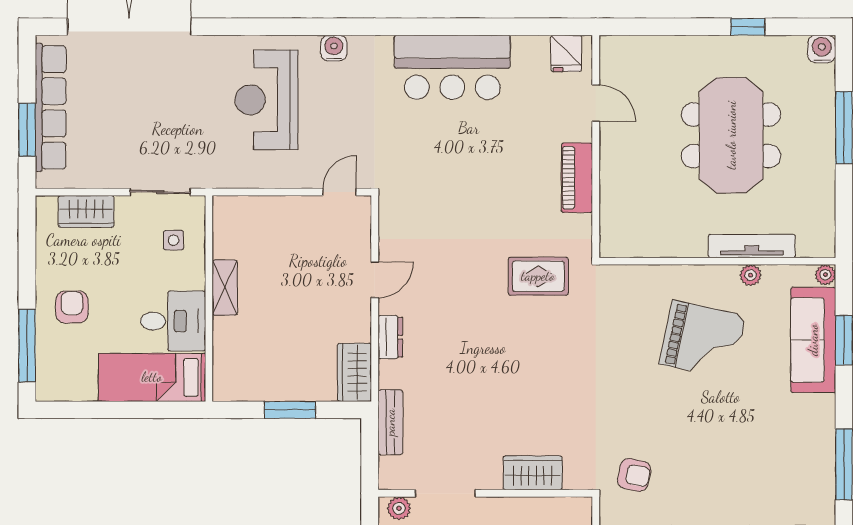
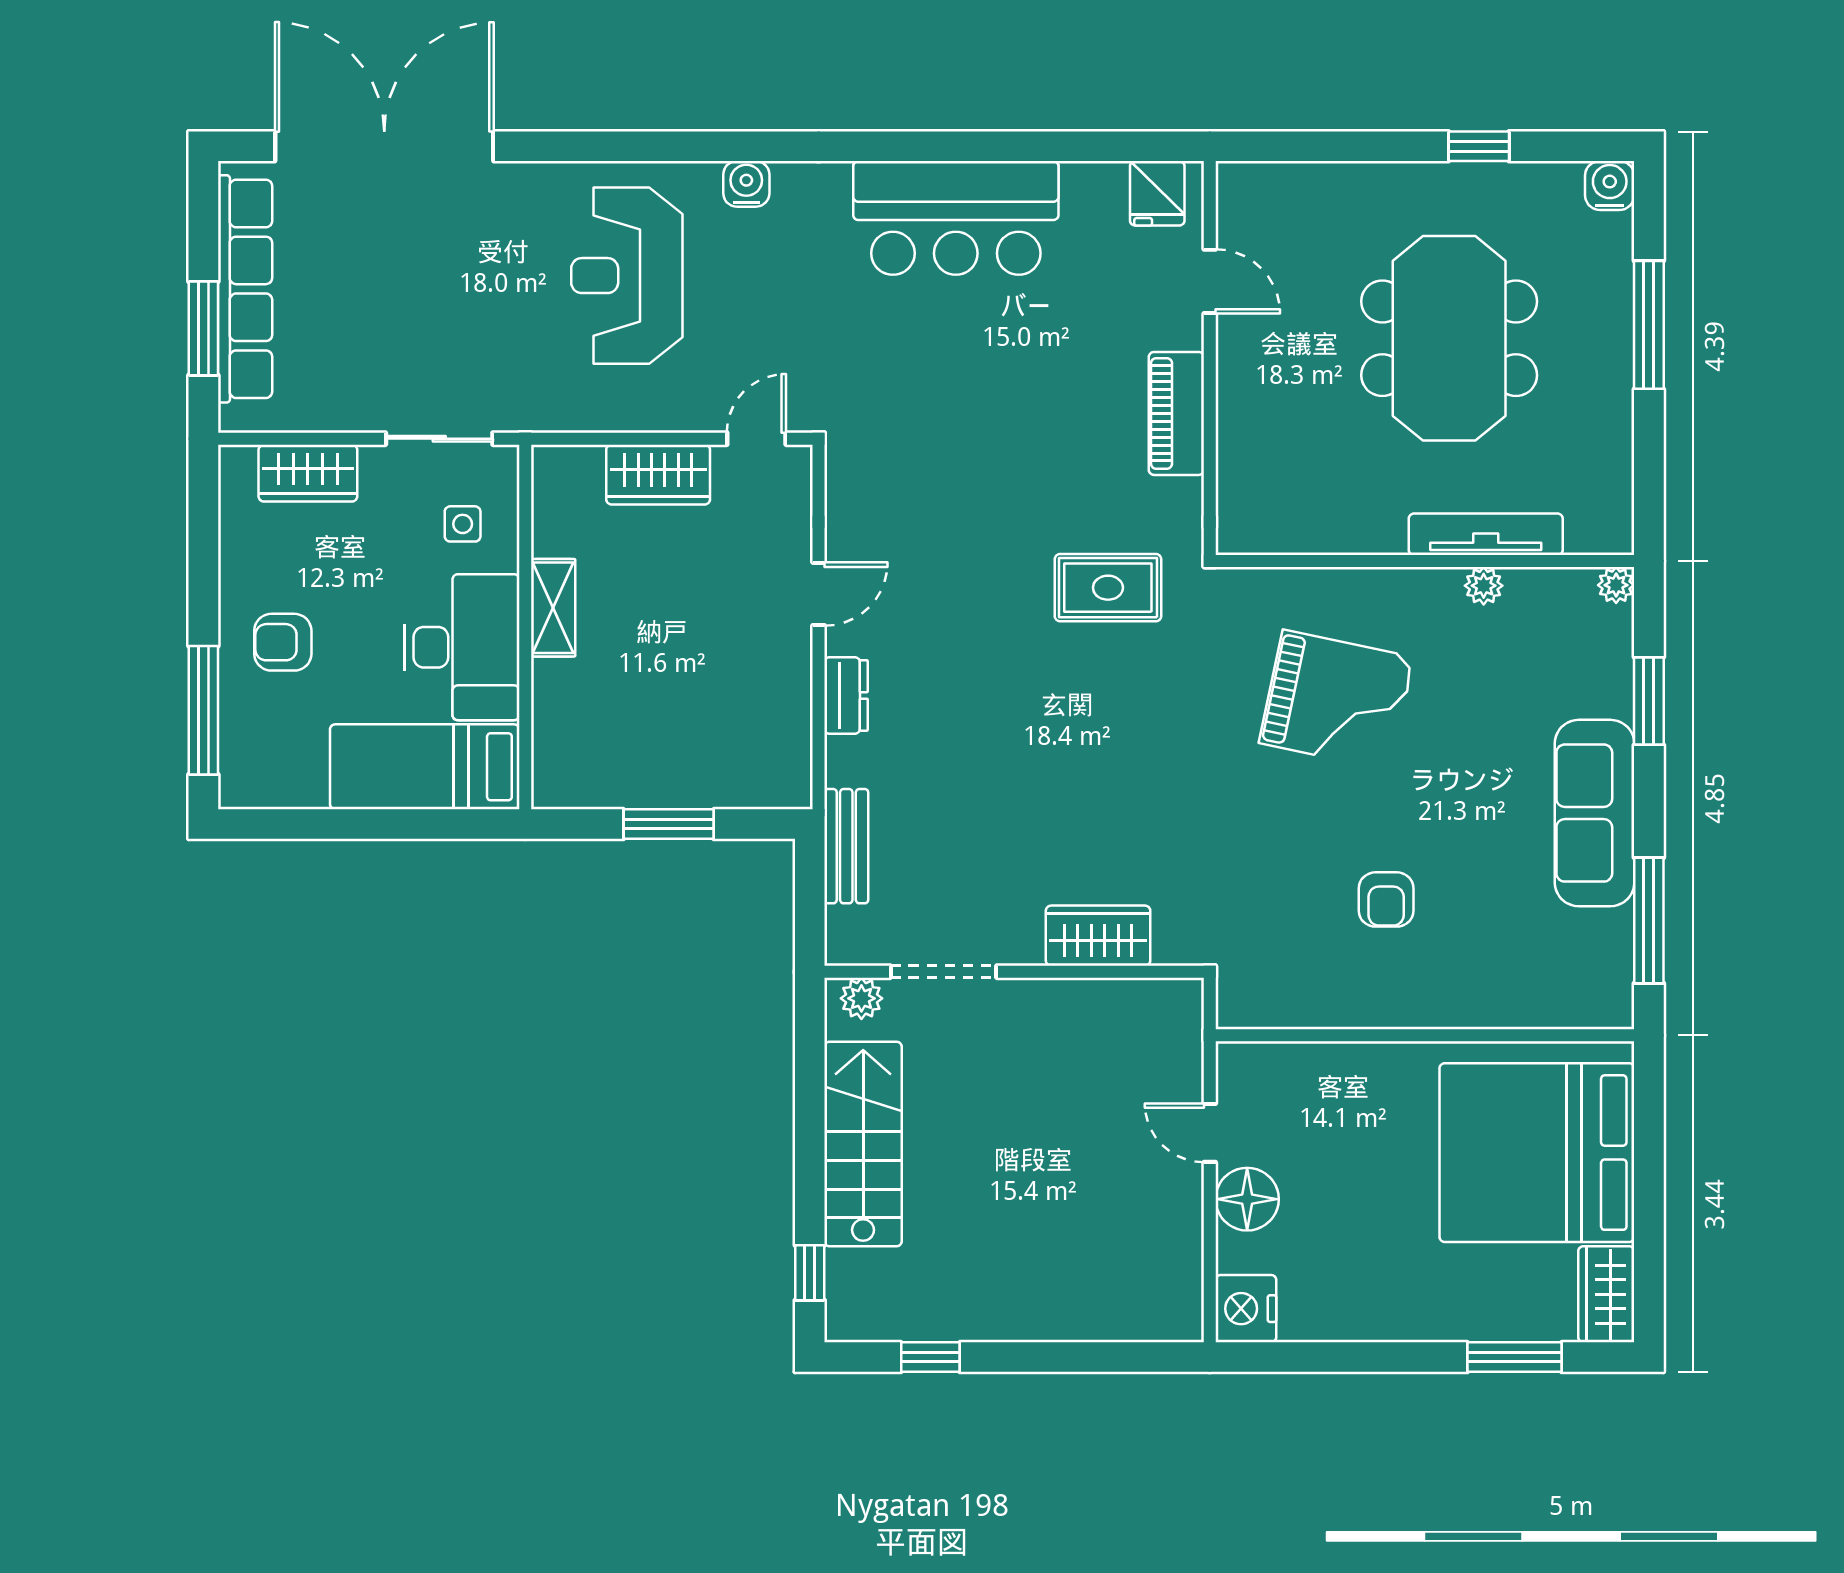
armchair: (72, 307) -> (283, 642), turned -90
desk: (173, 321) -> (462, 647), width x1.37
grand piano: (703, 340) -> (1337, 700), moved
sofa: (813, 340) -> (1595, 813), moved
wardrobe: (354, 372) -> (658, 475), moved, turned -90
armchair: (634, 475) -> (1386, 899), moved, turned 78

